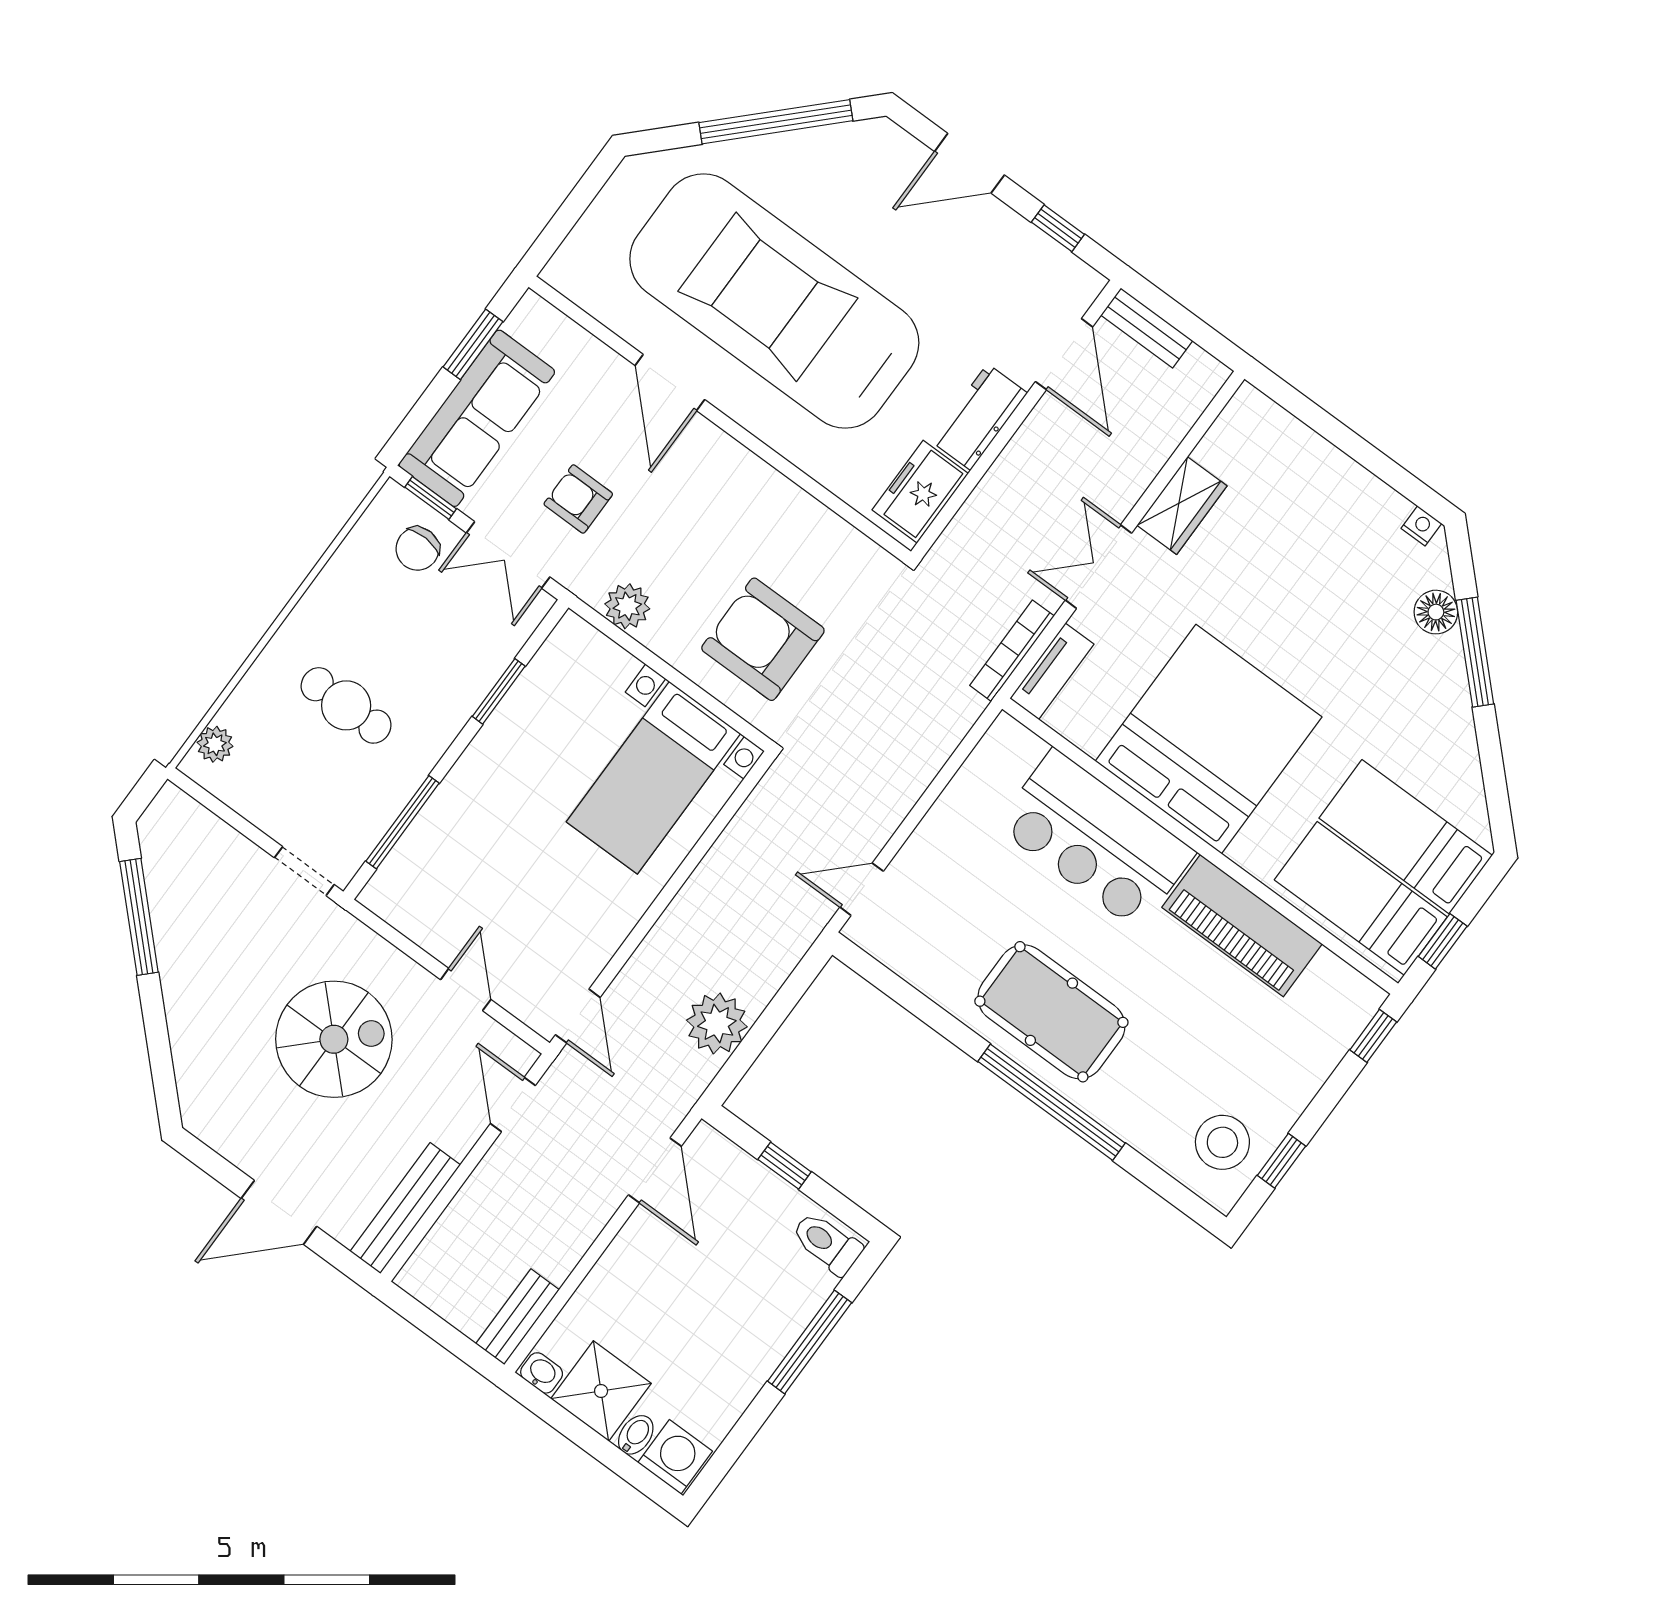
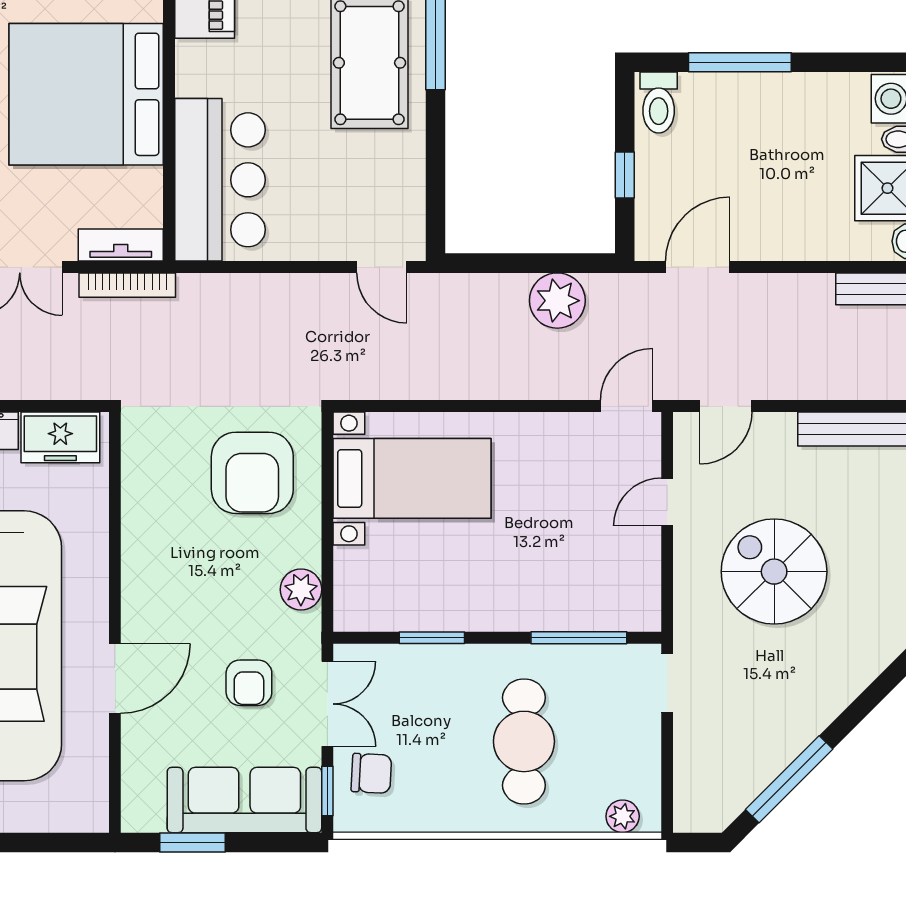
cafe table: (346, 705) -> (524, 741), width x1.37, depth x1.35
bar counter: (1096, 839) -> (220, 180), moved

